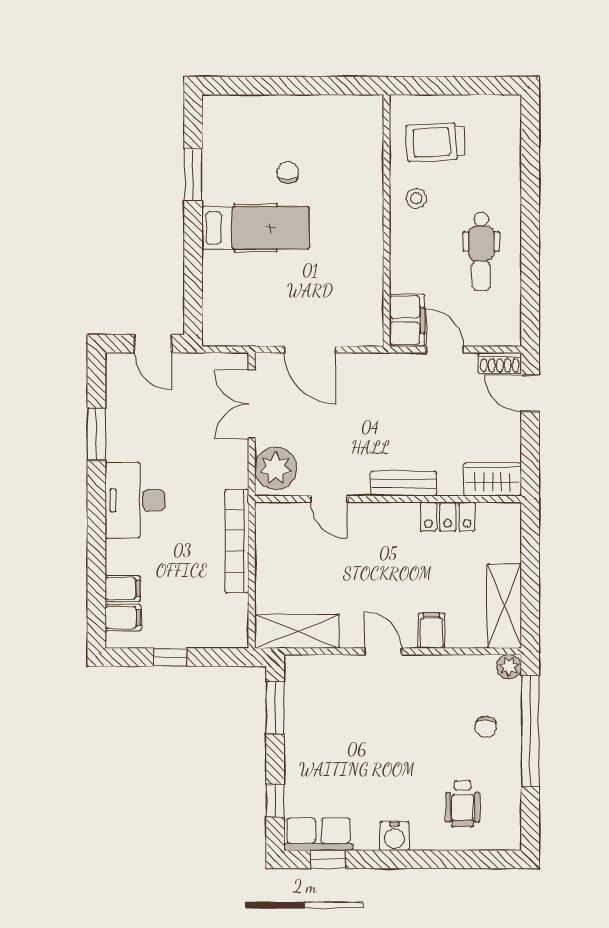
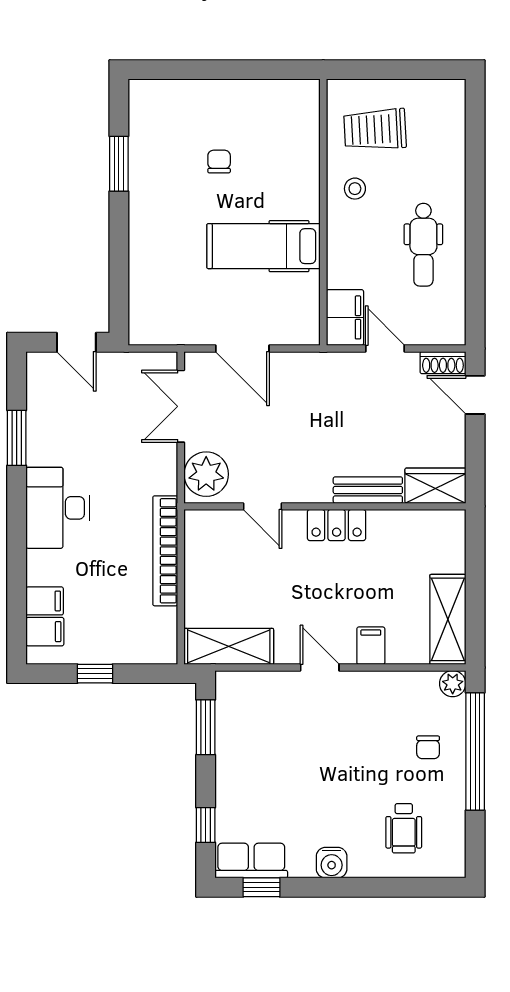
hospital bed: (256, 228) -> (263, 246), moved, turned 180
bench: (404, 483) -> (368, 490), moved
locker: (448, 517) -> (337, 525), moved

